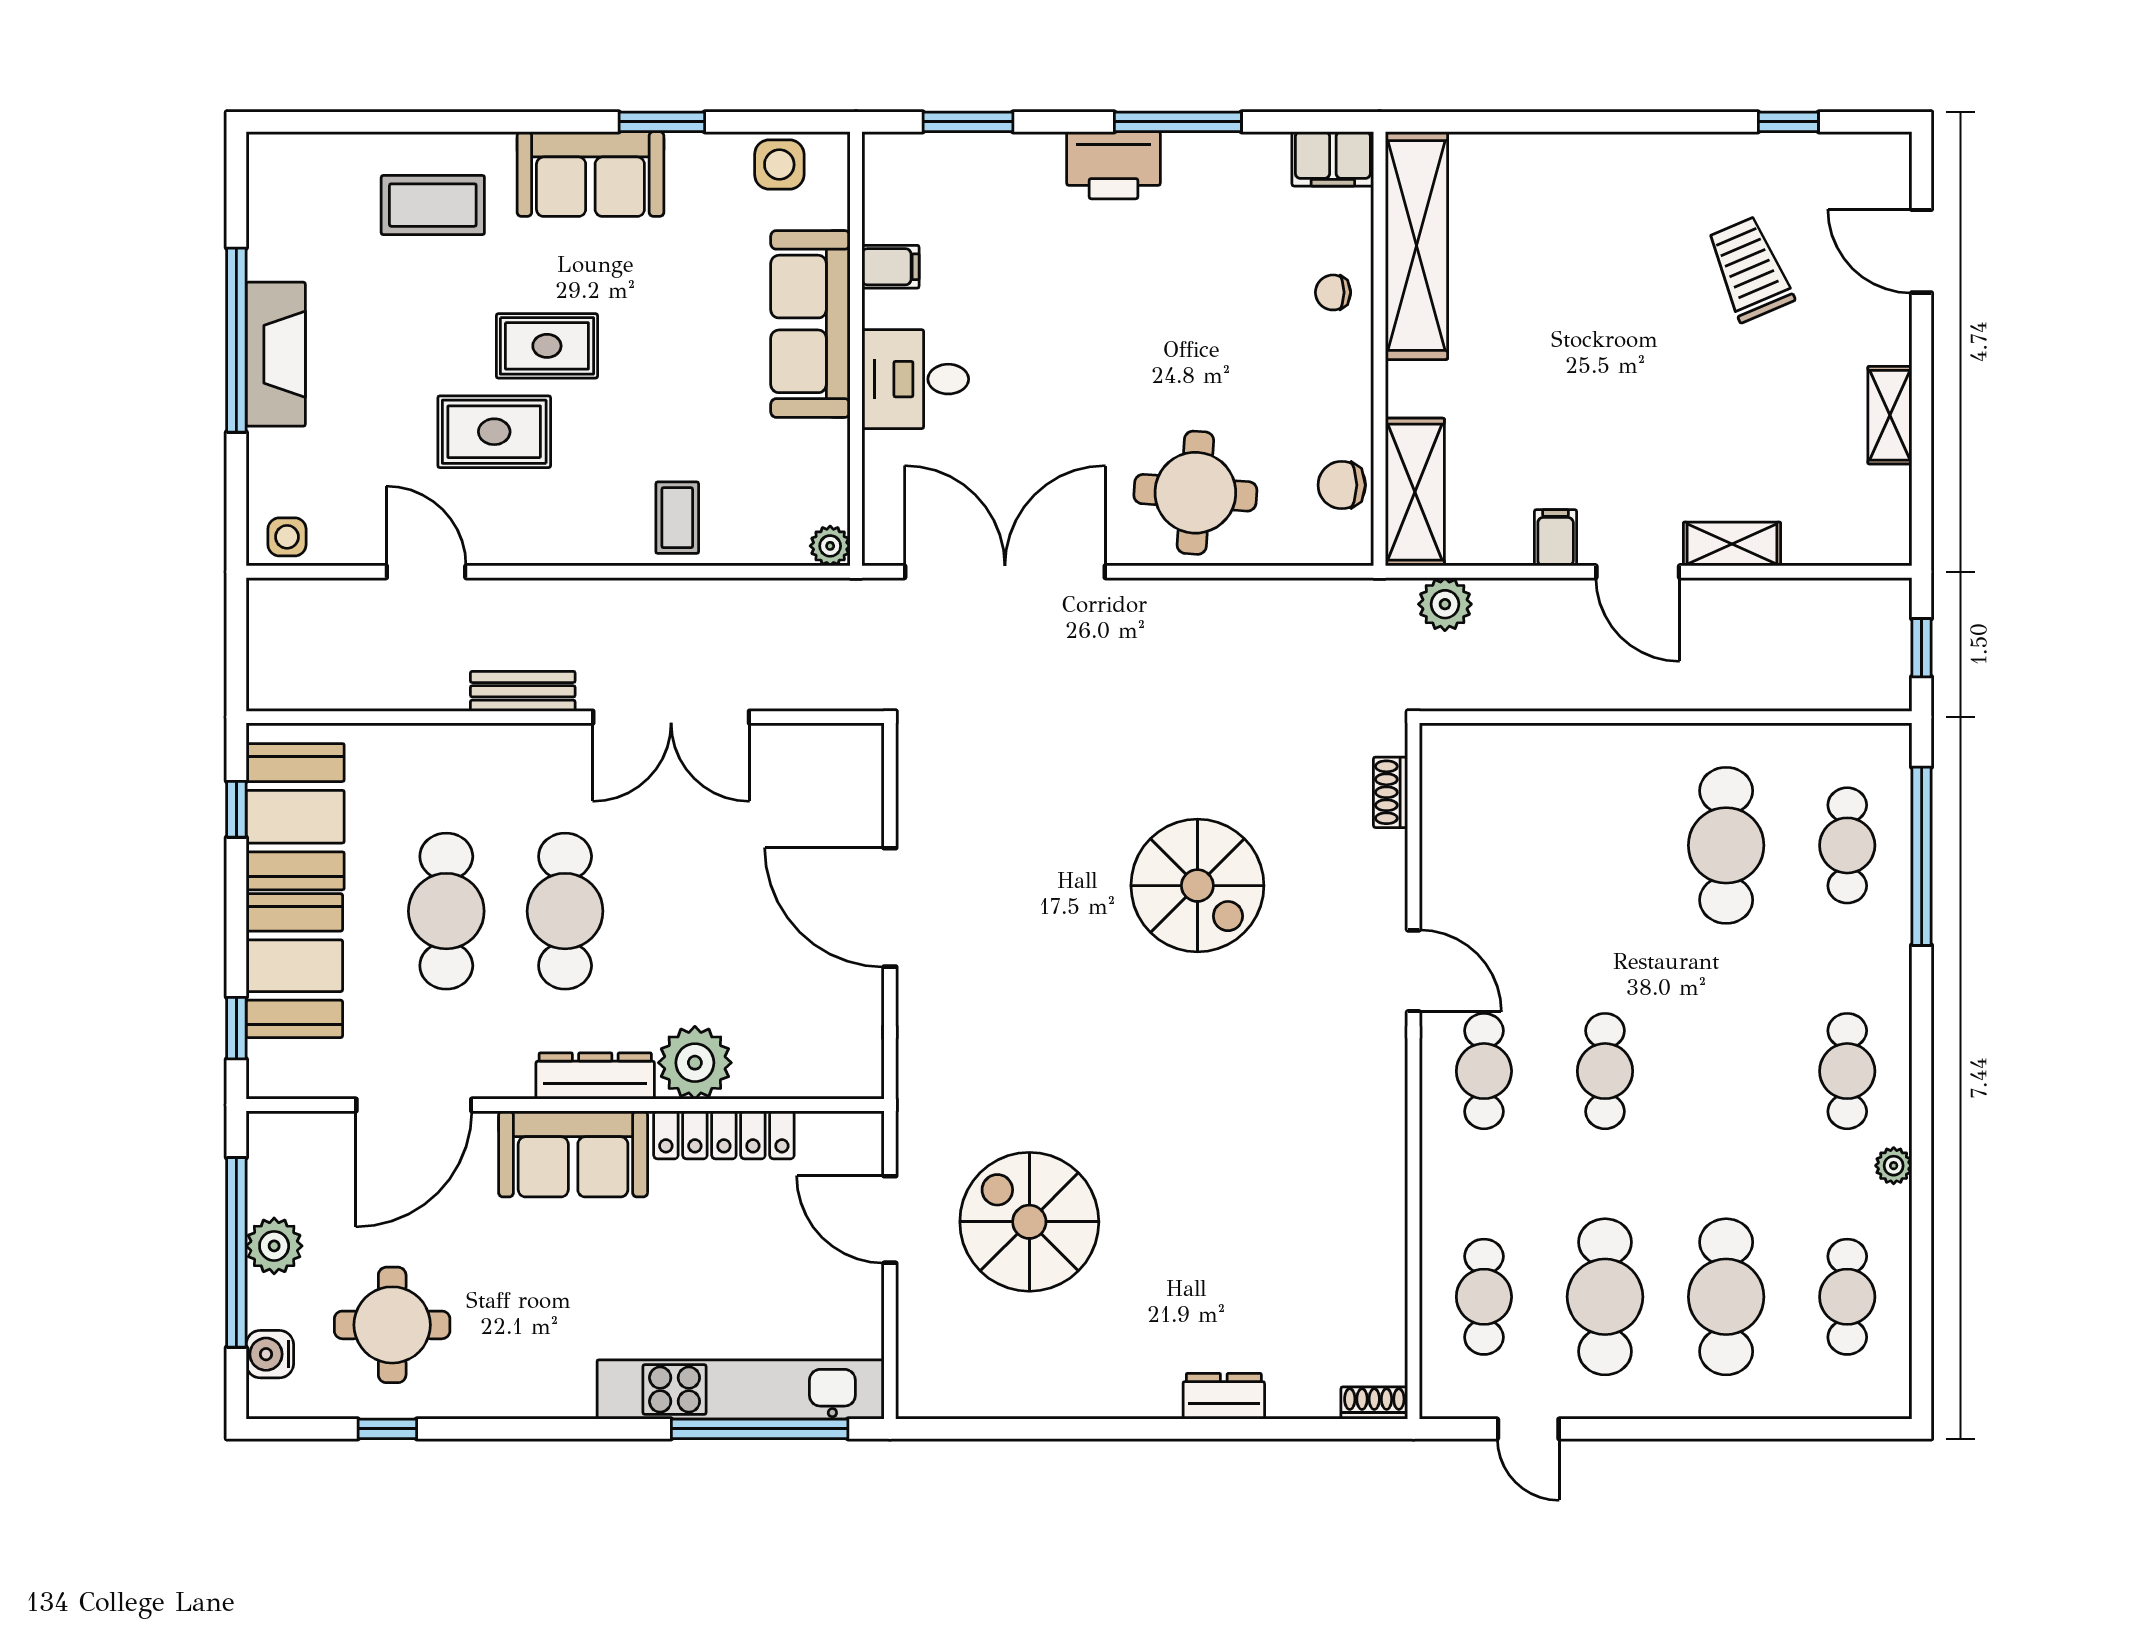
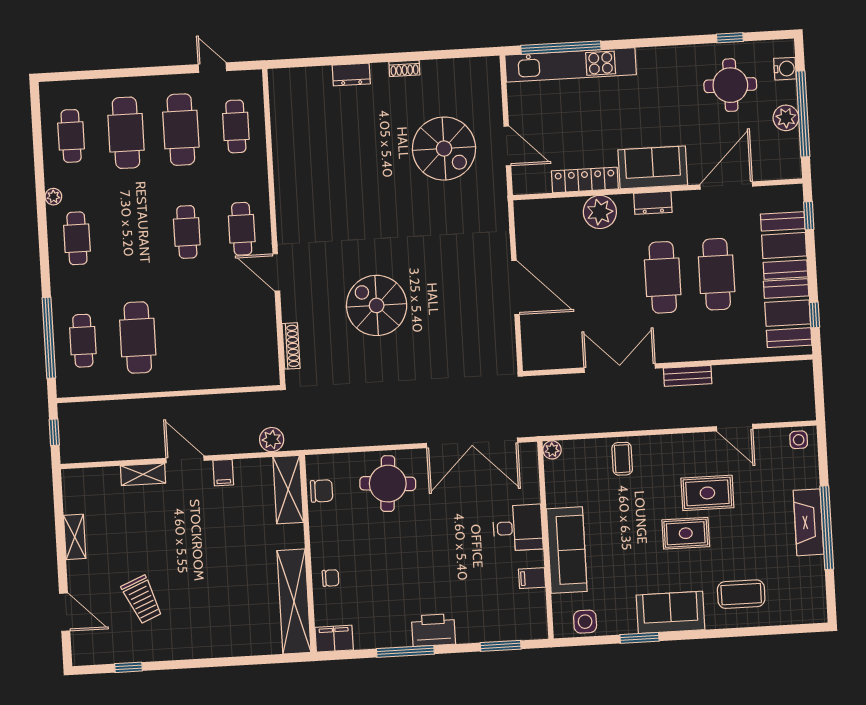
shoe rack: (1391, 792) -> (291, 346), width x1.43
dresser: (595, 1076) -> (653, 203), width x0.70
shoe rack: (1374, 1403) -> (404, 68), moved

